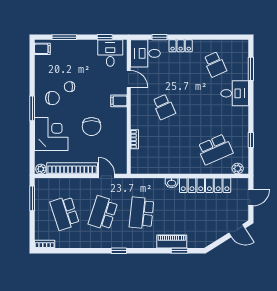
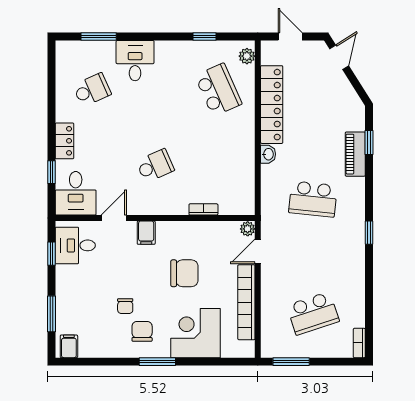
plant: (41, 169) -> (248, 229), moved
school desk: (103, 213) -> (313, 256), removed

